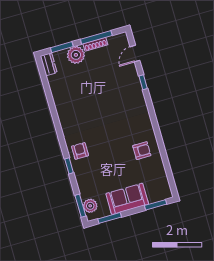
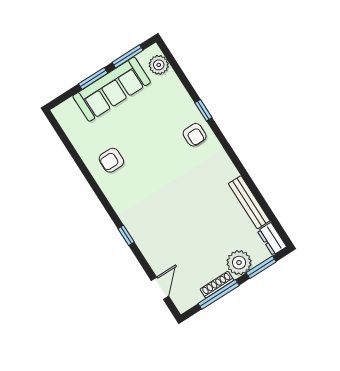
window: (143, 82) -> (126, 235), moved
bench: (57, 94) -> (249, 202), added
sofa: (127, 199) -> (112, 89), width x1.36
window: (156, 205) -> (93, 78), moved
window: (80, 206) -> (172, 61), removed

